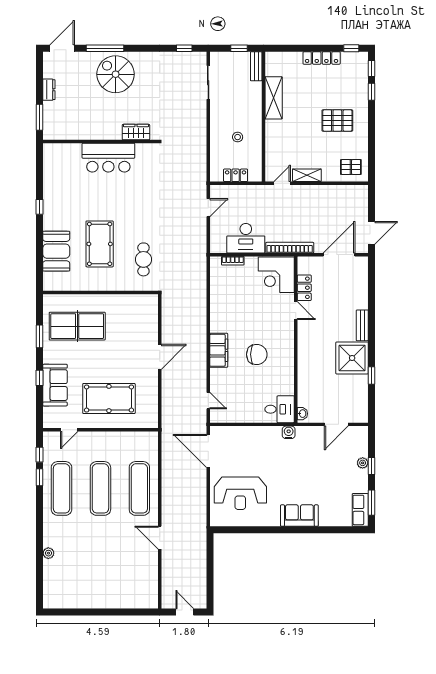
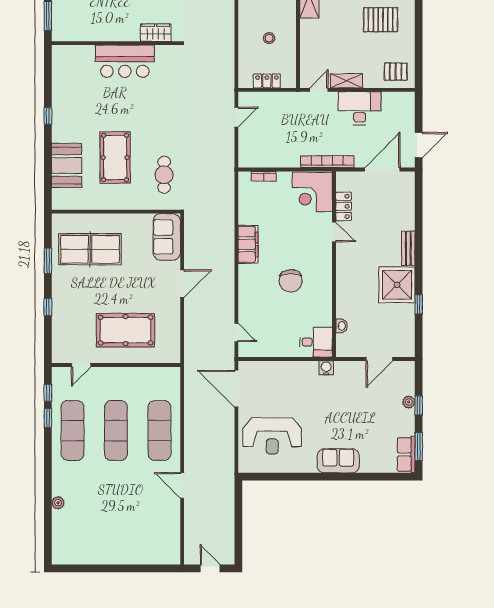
desk: (246, 238) -> (360, 108), moved, turned 180
filing cabinet: (219, 350) -> (248, 244), moved
chair: (257, 354) -> (291, 281), turned 90
sofa: (55, 385) -> (167, 237), moved, turned 180
washbasin: (302, 414) -> (341, 326), moved

